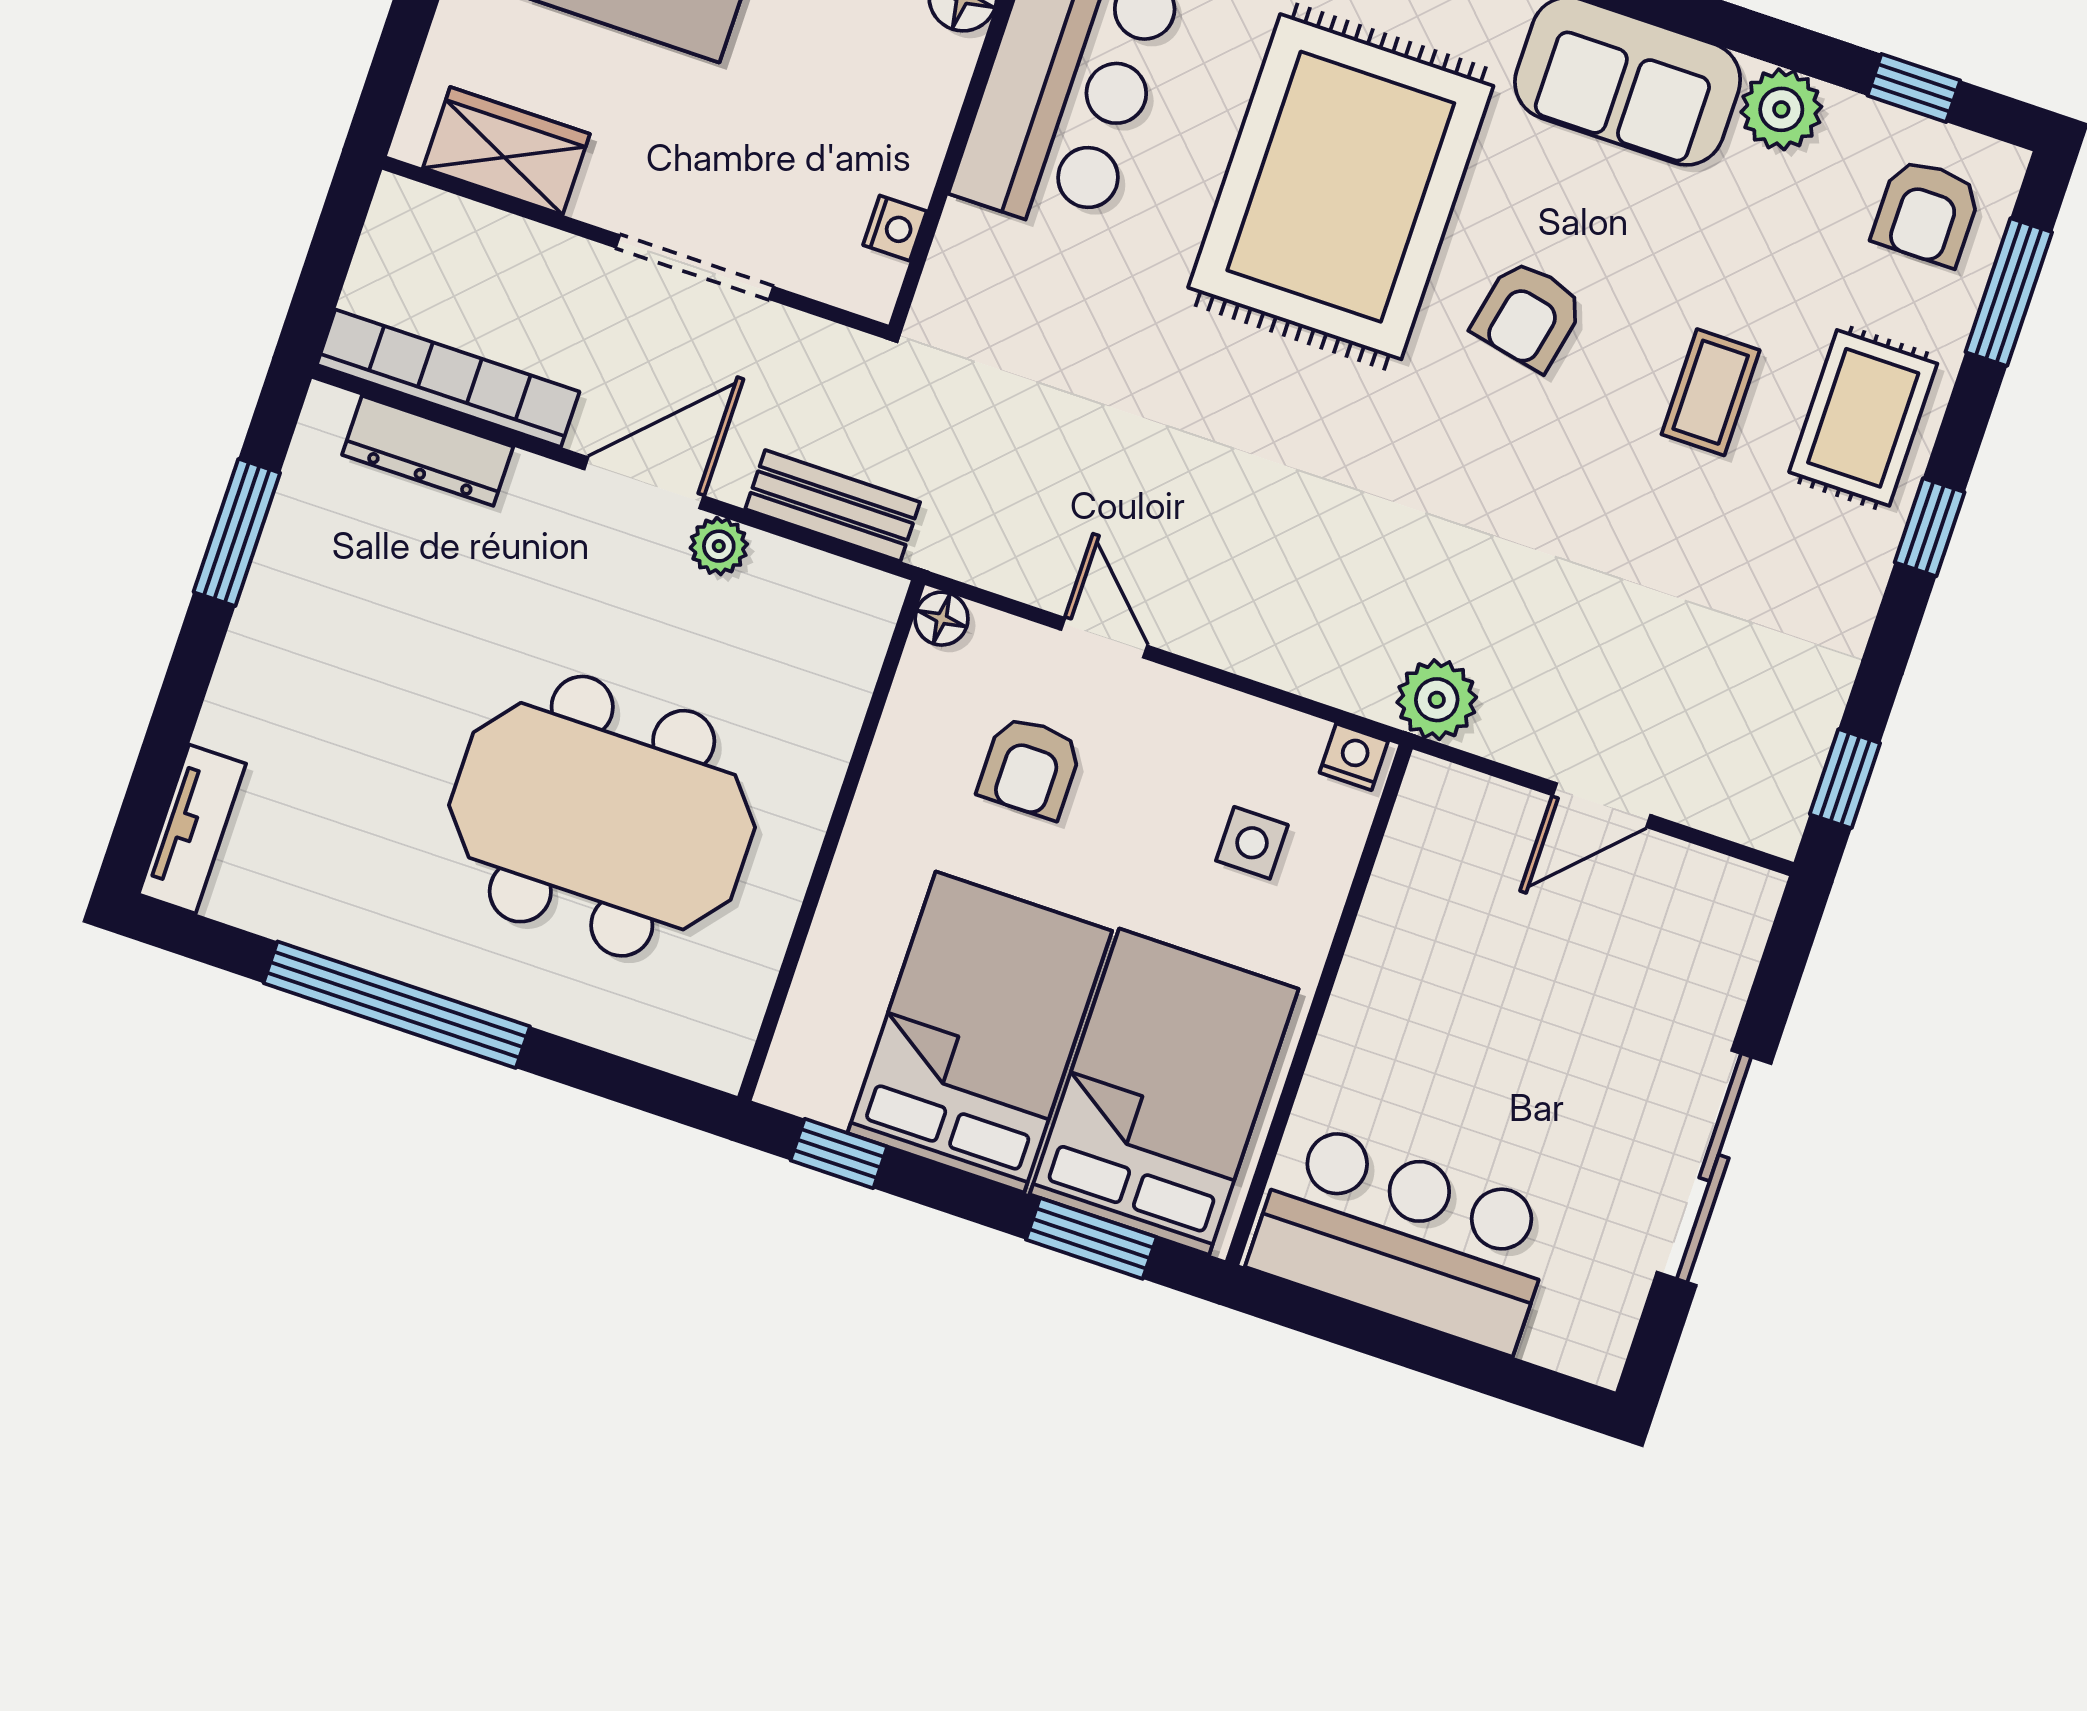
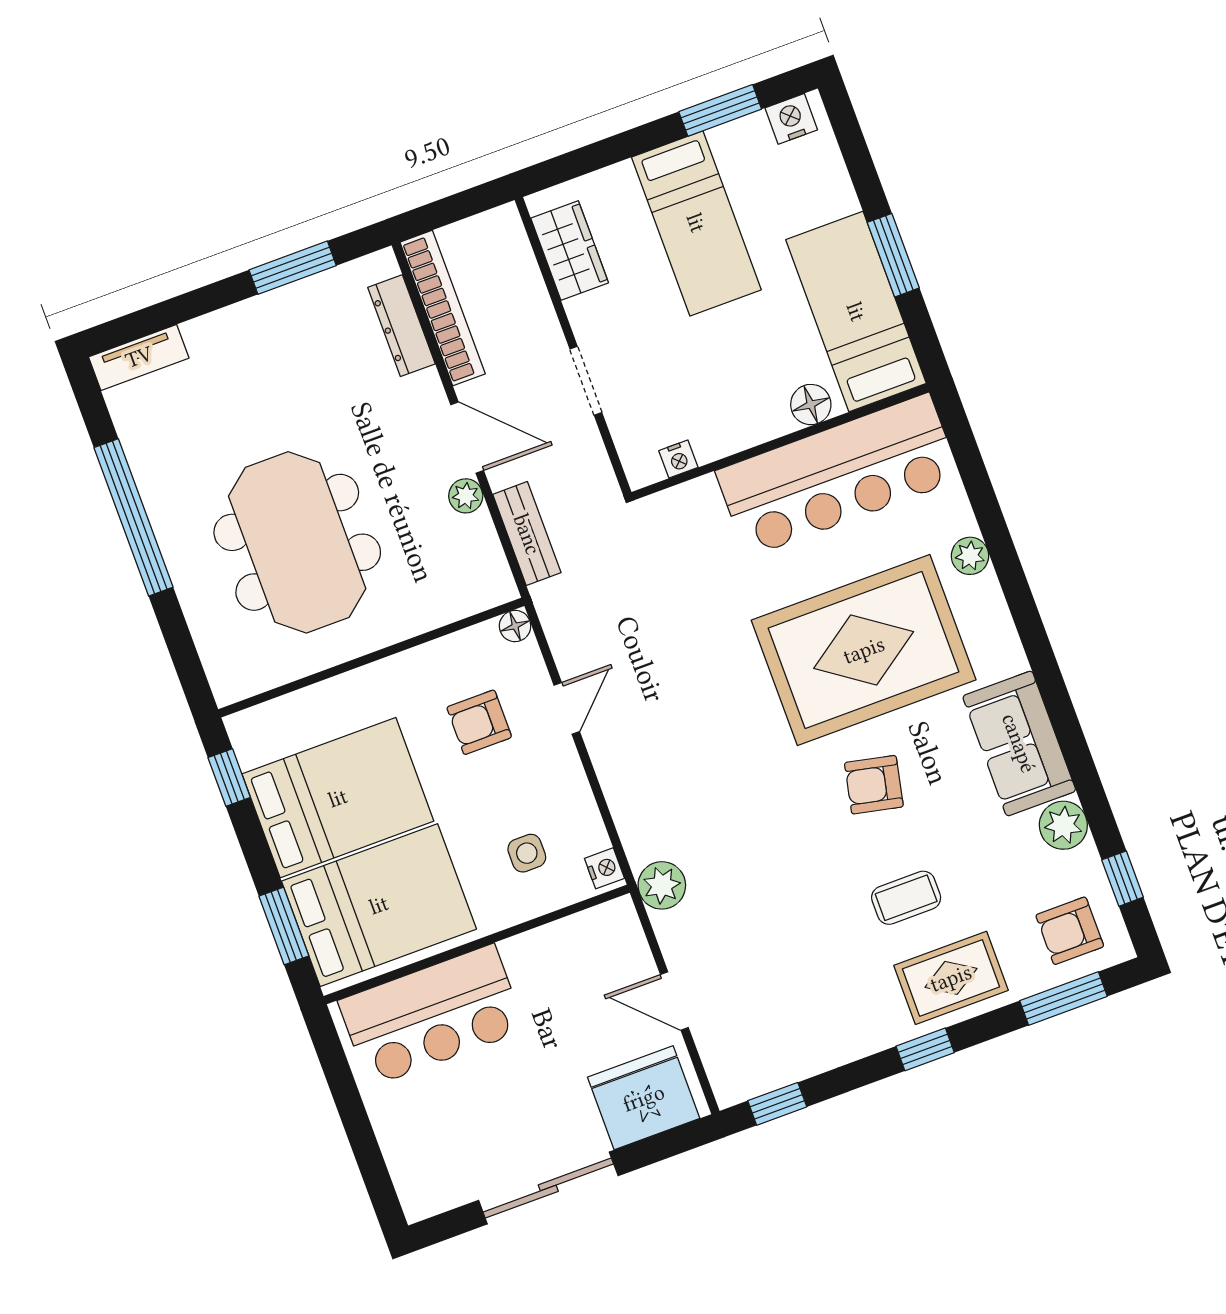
doorway: (694, 267) -> (586, 381), width x0.73
fridge: (1696, 947) -> (644, 1098), added
bar counter: (1404, 1238) -> (432, 1015), moved, turned 90

